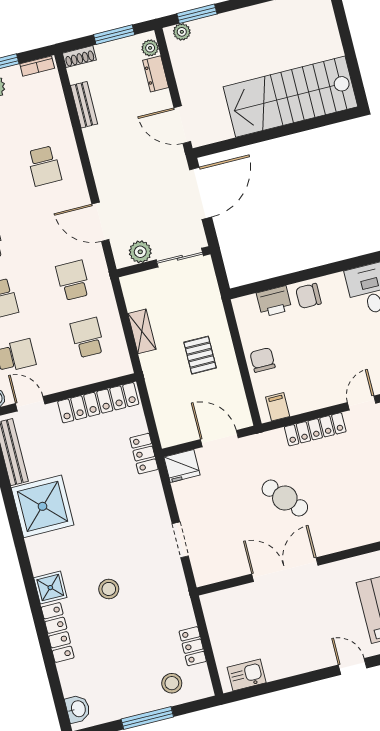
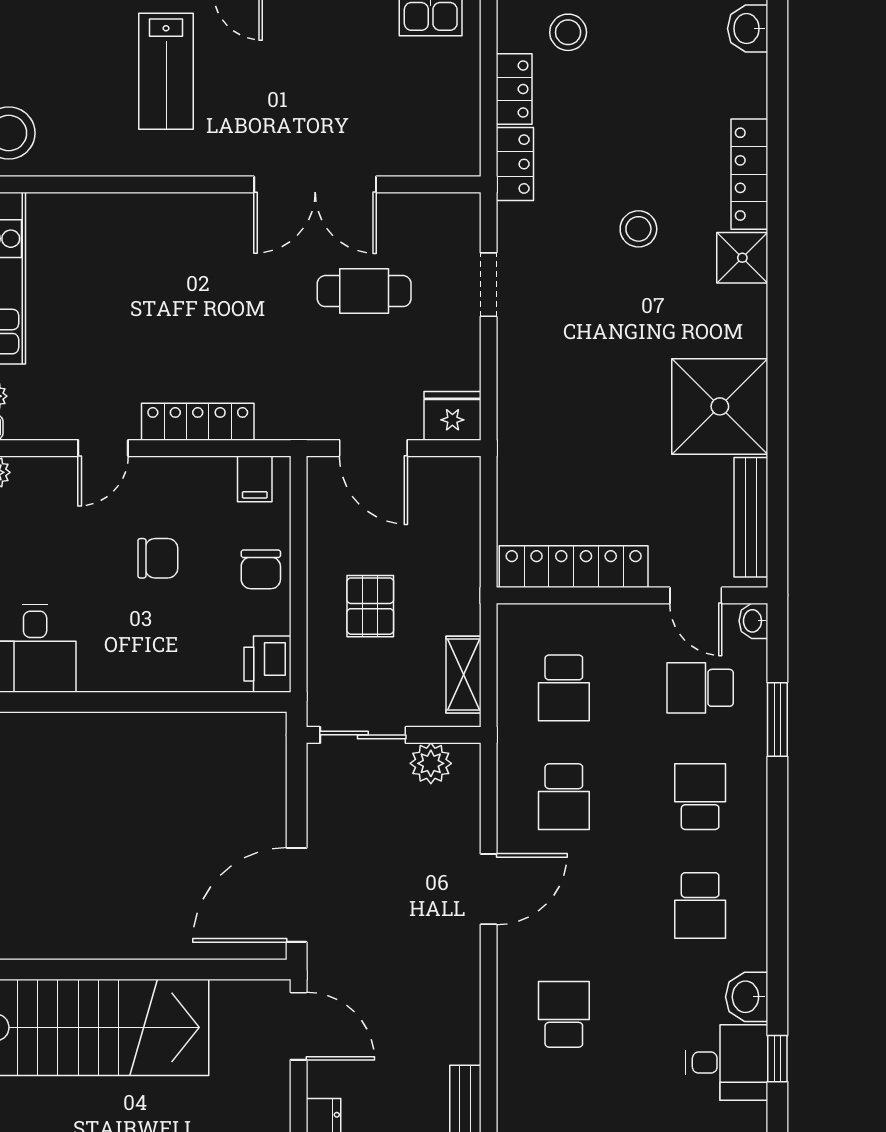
door: (100, 222) -> (489, 889), hinge flipped
plant: (140, 252) -> (431, 763), moved
sliding door: (180, 258) -> (363, 735), moved
wall: (164, 262) -> (394, 735), moved
chair: (308, 296) -> (158, 558), moved
printer: (274, 301) -> (268, 664), moved, turned -90
locker: (144, 454) -> (515, 164), moved
cafe table: (285, 498) -> (364, 291), moved, turned -48

